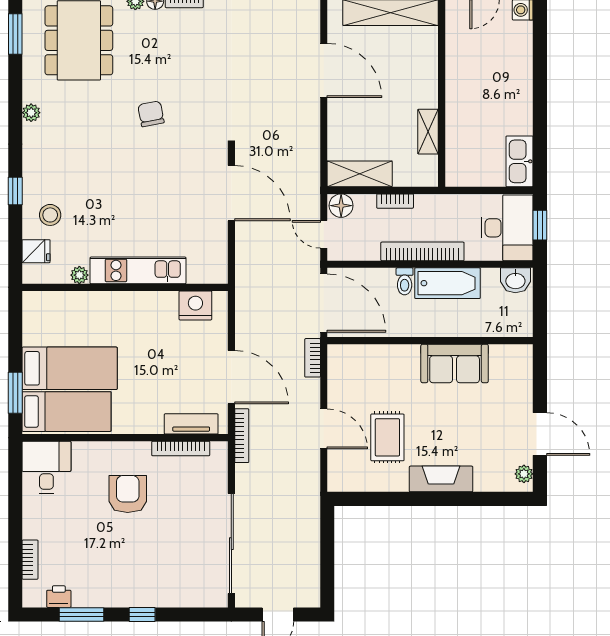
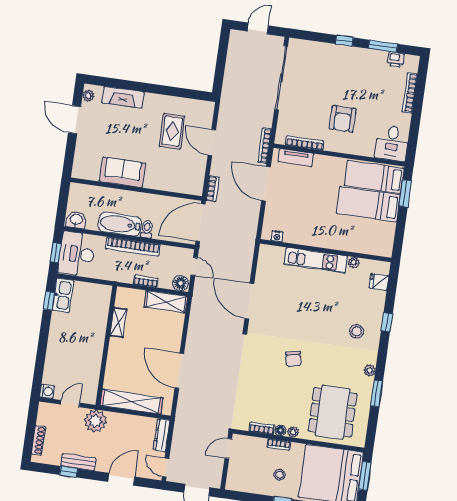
window: (15, 34) -> (377, 393), moved
window: (540, 150) -> (49, 301), added
stool: (50, 215) -> (357, 331), moved
door: (324, 303) -> (200, 223), hinge flipped
nightstand: (195, 305) -> (277, 236), width x0.53, depth x0.56
fireplace: (441, 479) -> (123, 97), moved
bookcase: (30, 560) -> (410, 93), width x1.56

